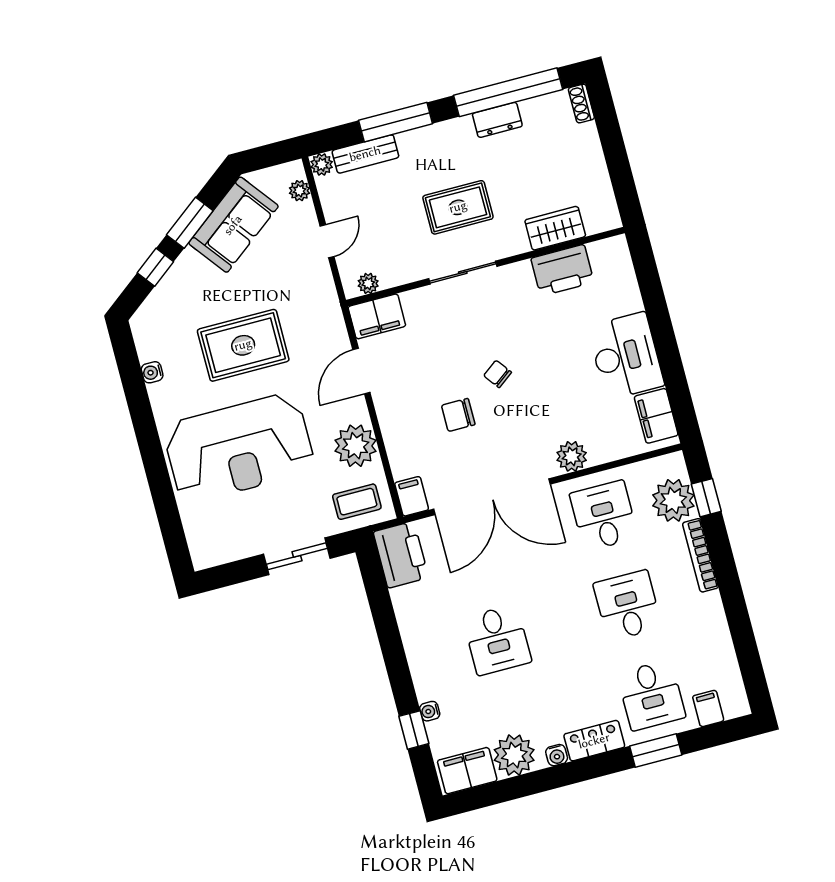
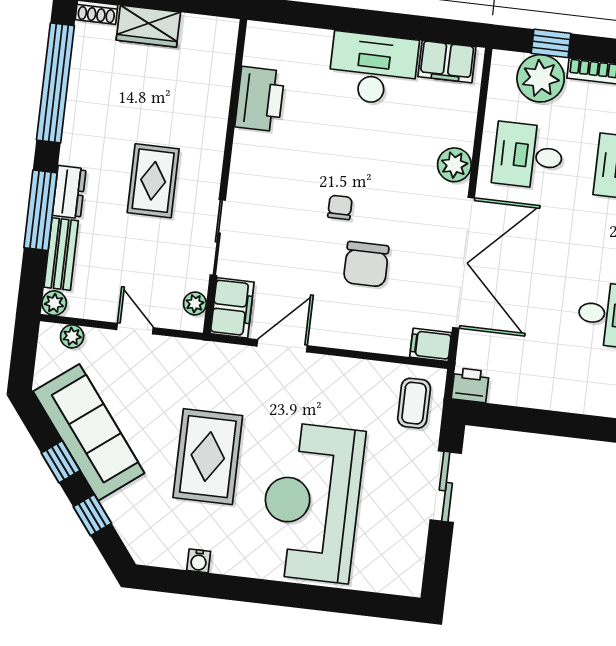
dresser: (497, 120) -> (69, 192), moved
window: (190, 223) -> (61, 462), width x0.67
sofa: (233, 225) -> (89, 432), width x1.36
wardrobe: (555, 228) -> (148, 26), moved, turned -90
sliding door: (463, 273) -> (218, 237), moved
door: (361, 371) -> (282, 346), swing flipped
chair: (498, 374) -> (340, 207), turned 127
chair: (458, 415) -> (366, 264), width x1.37, depth x1.37
plant: (356, 446) -> (356, 382), removed
reception desk: (239, 448) -> (311, 502), turned 180
printer: (401, 555) -> (470, 385), width x0.53, depth x0.68

